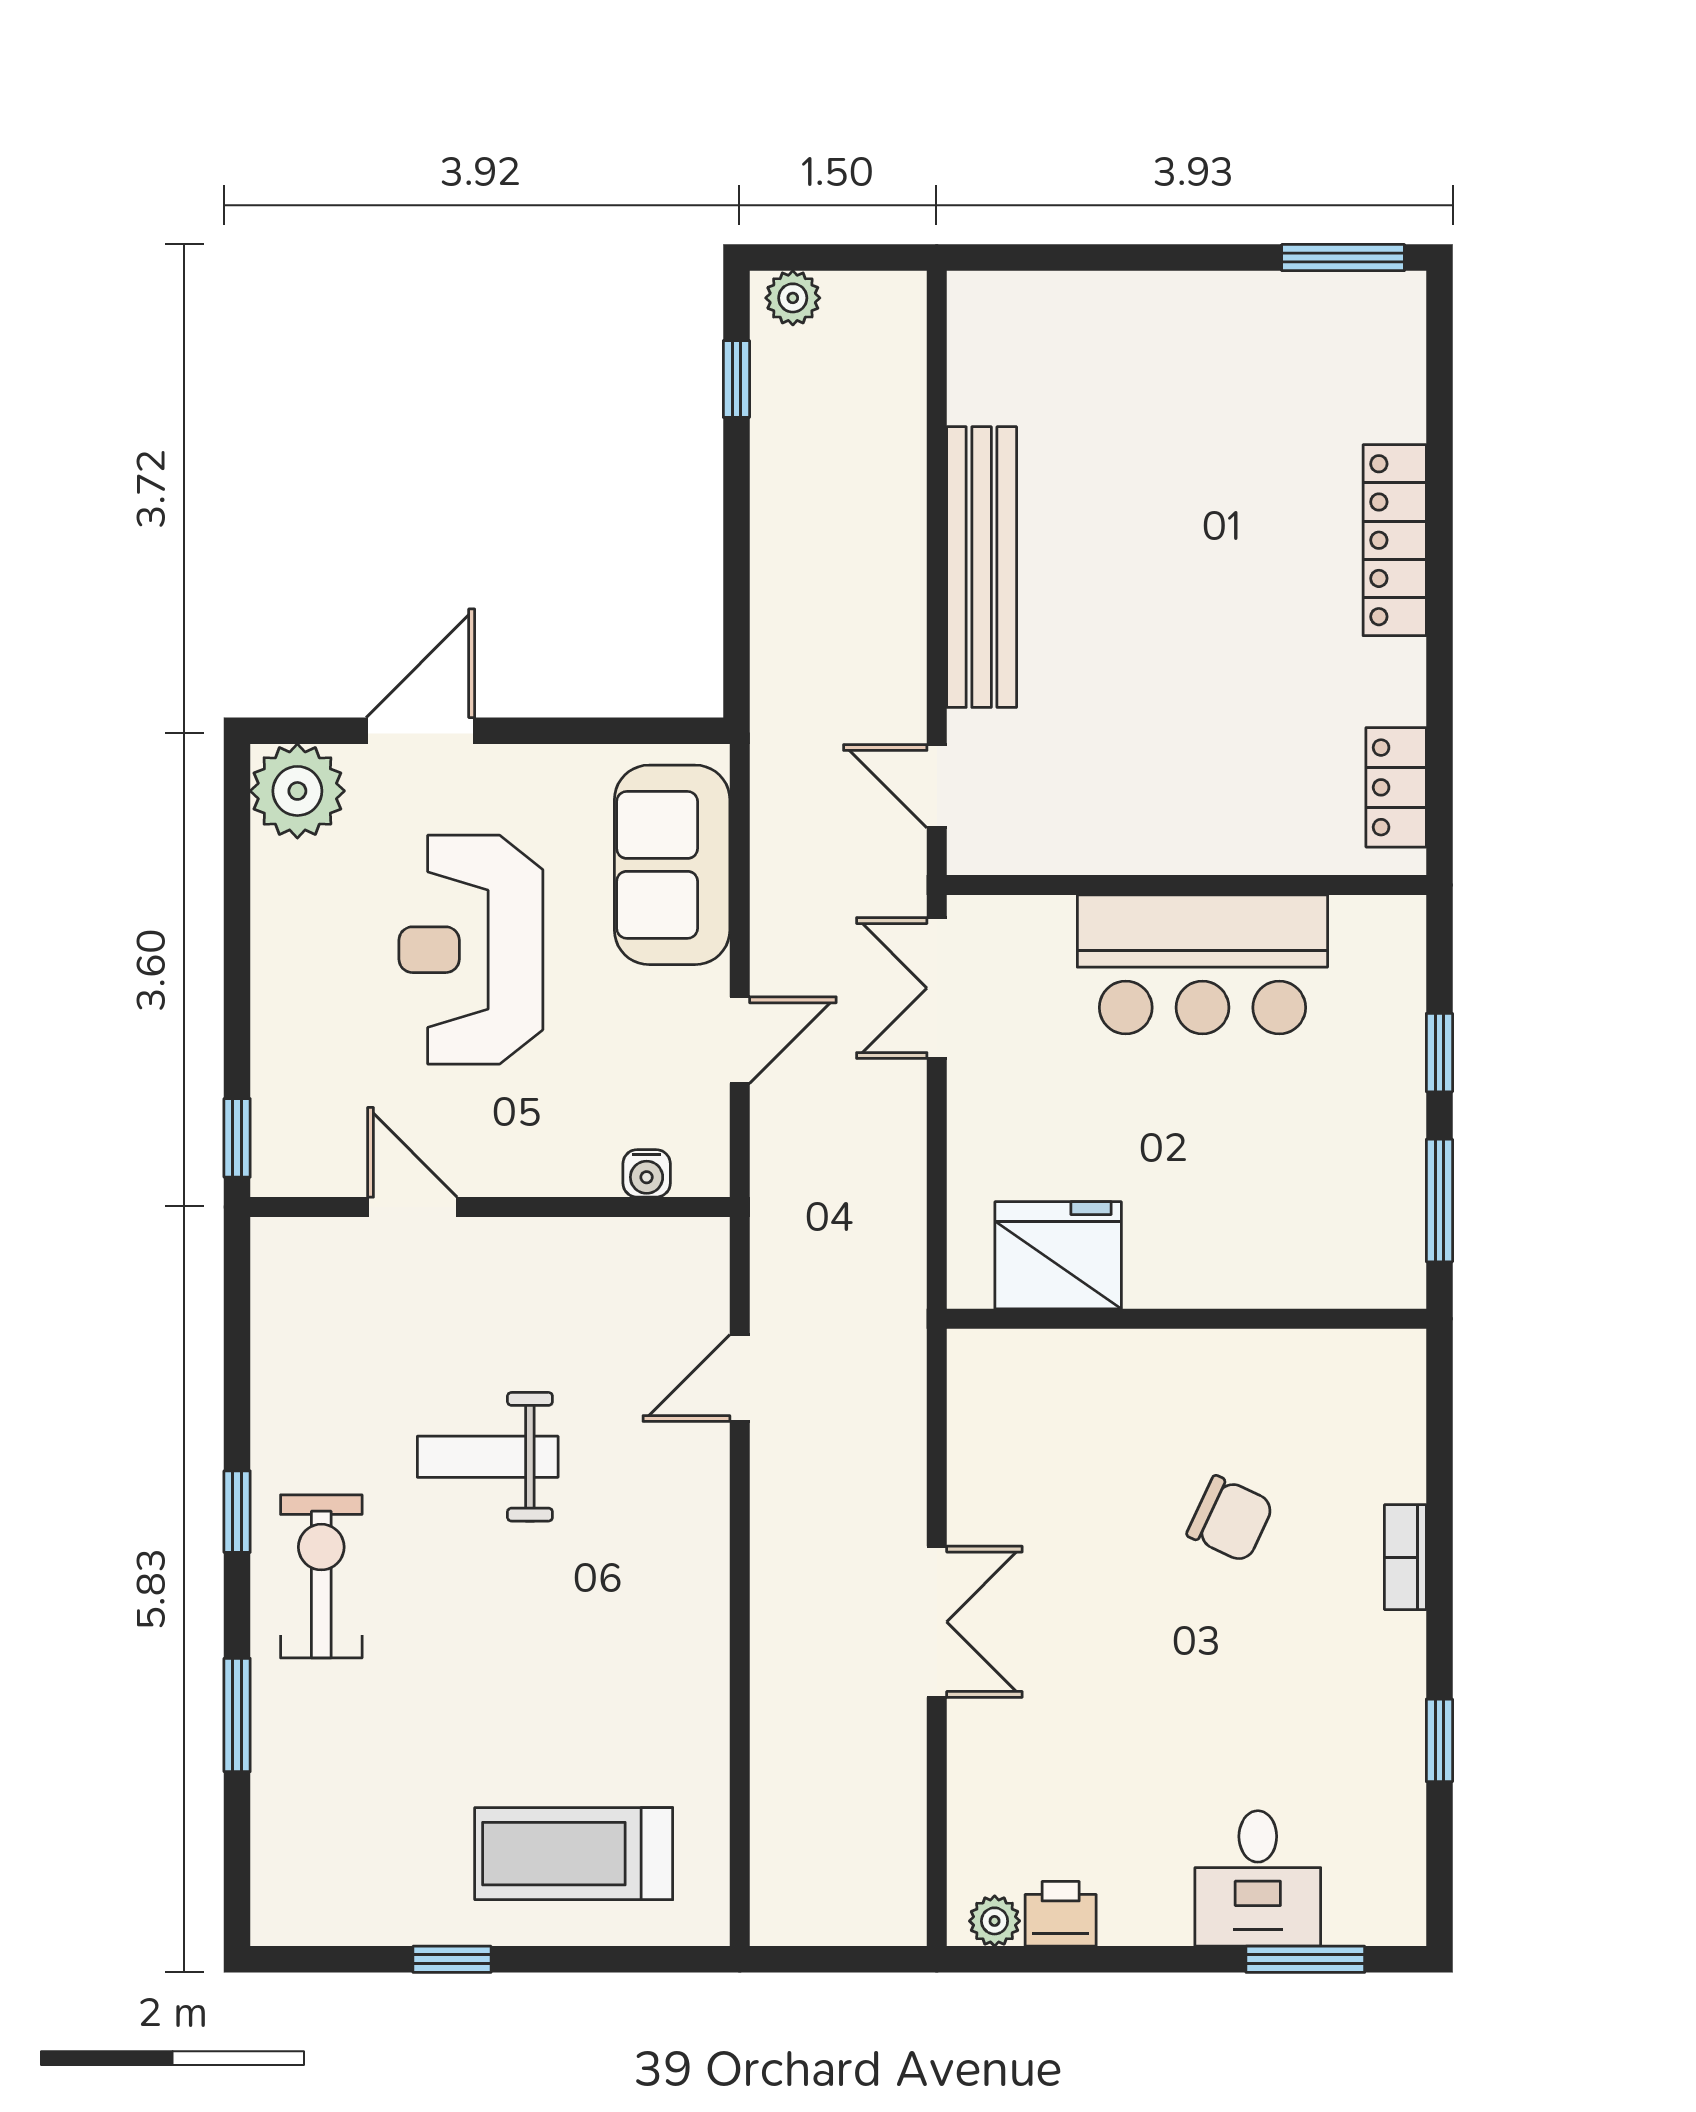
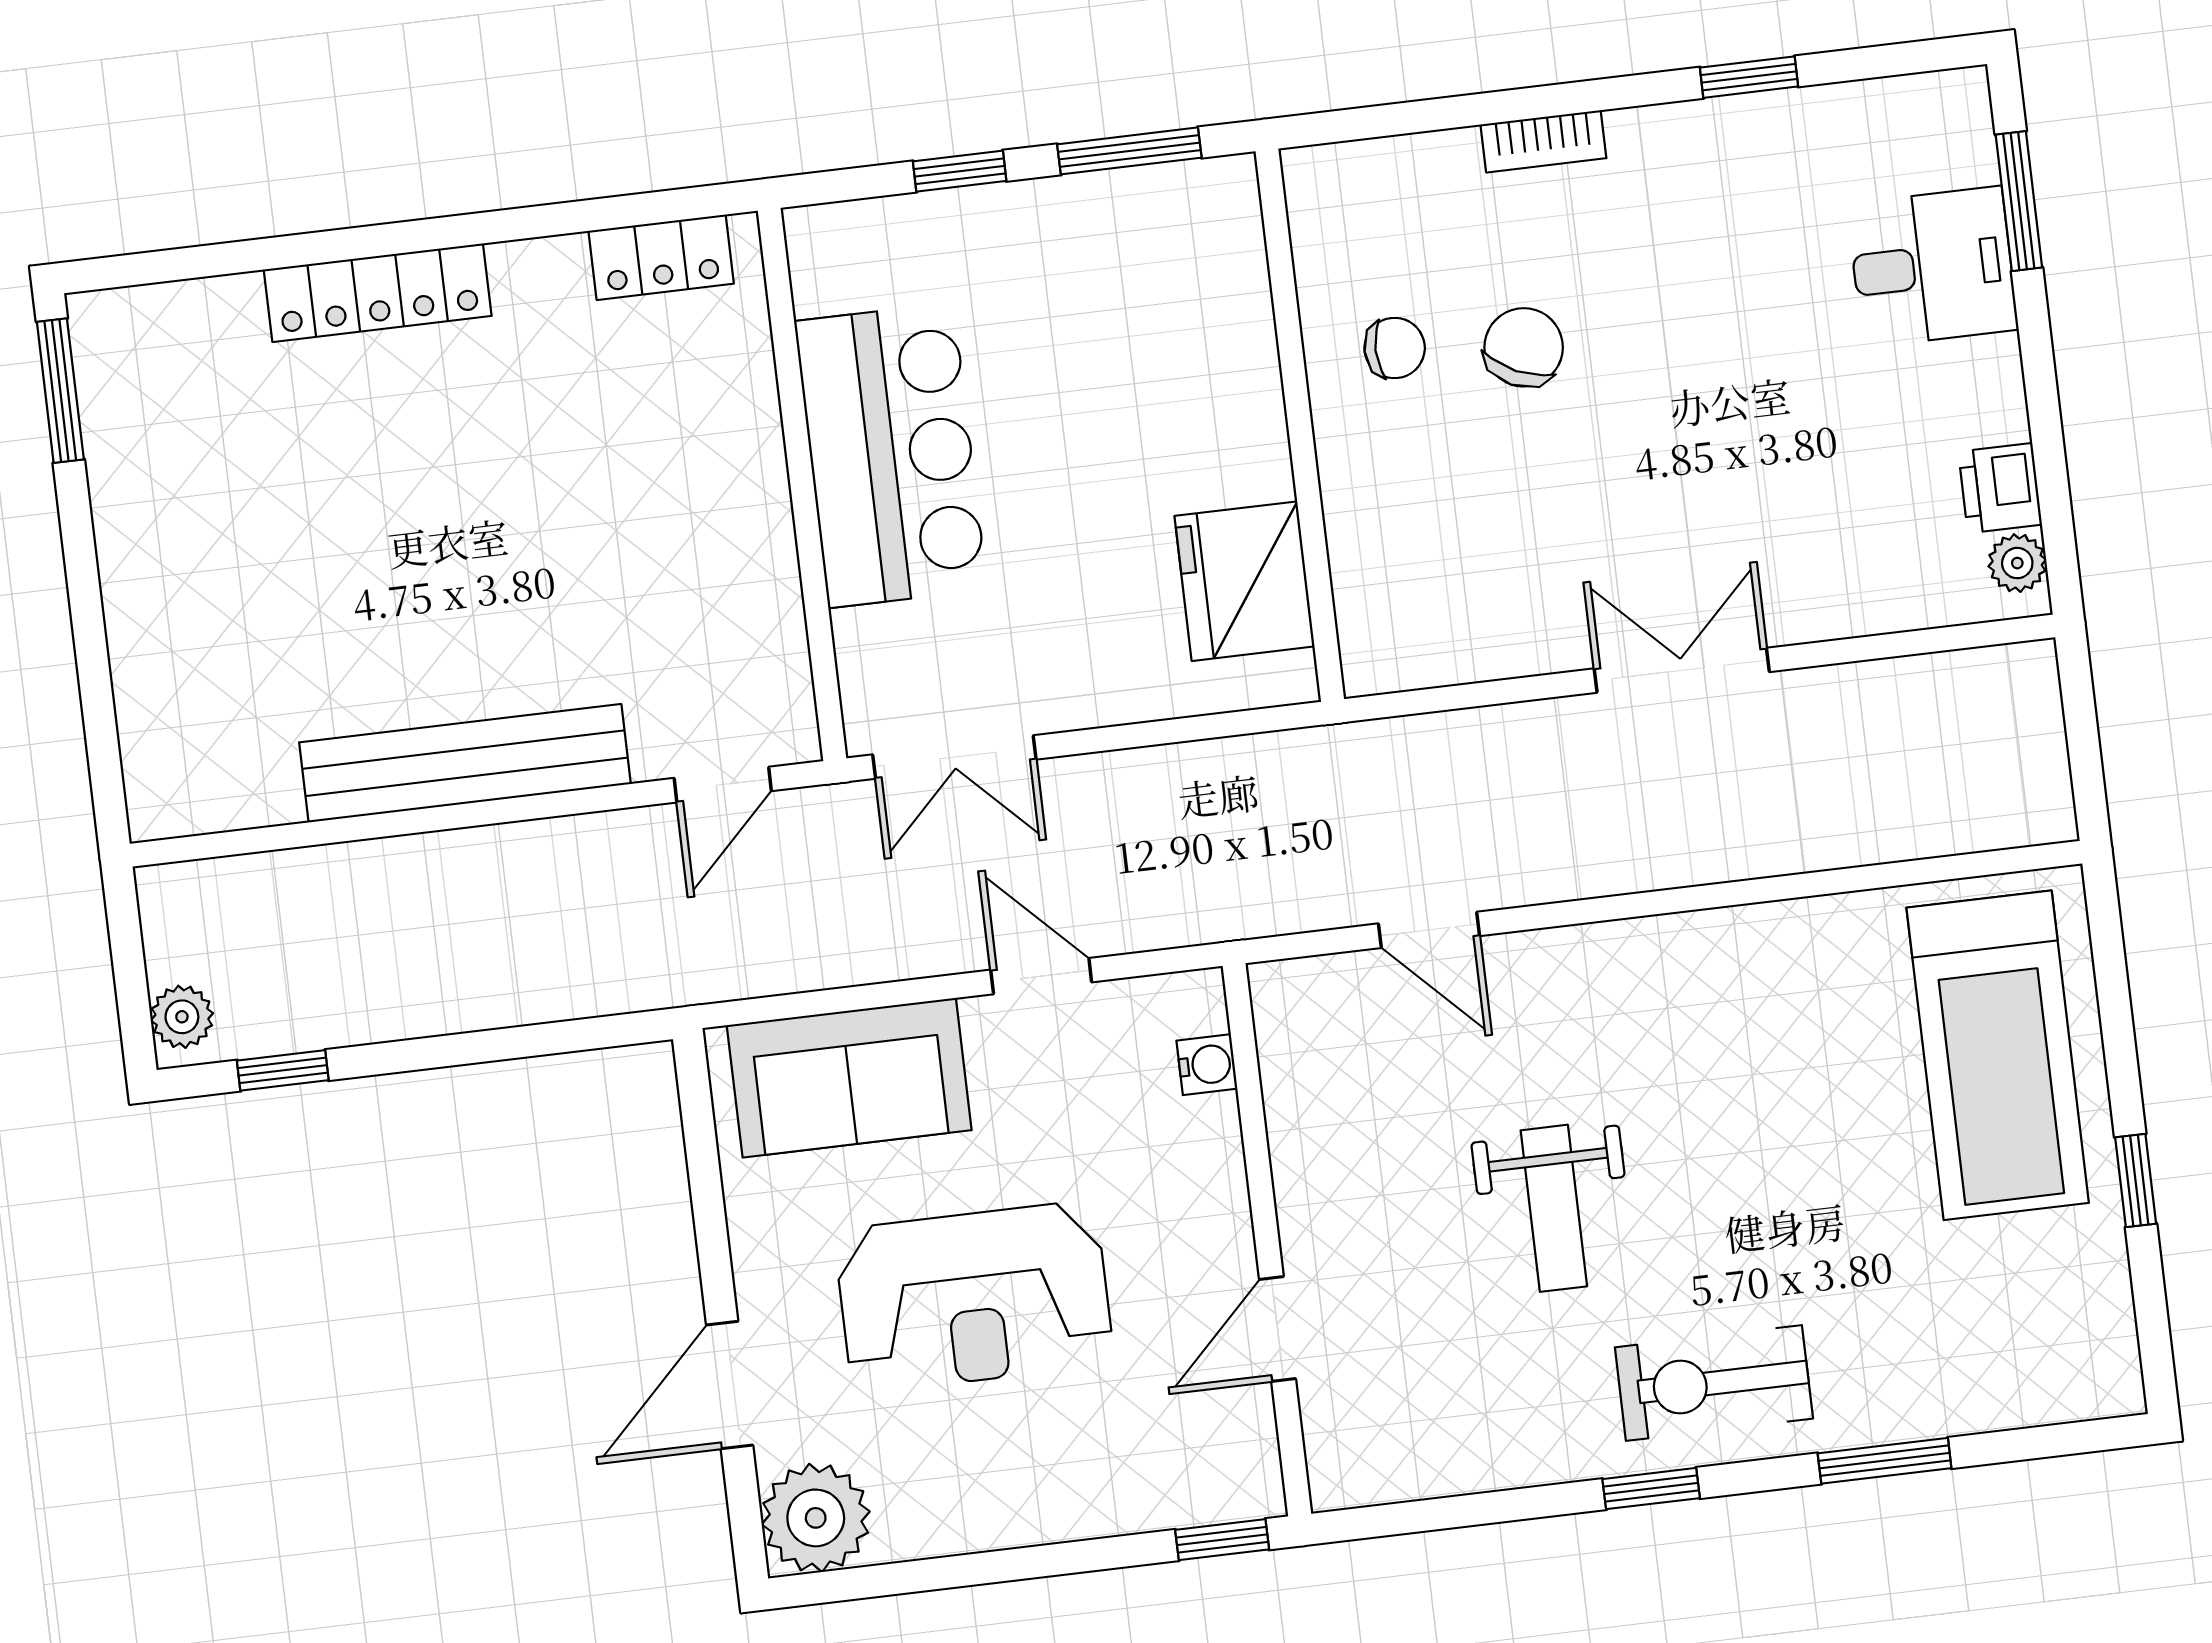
door: (420, 731) -> (730, 1385), hinge flipped
chair: (1243, 1408) -> (1395, 348), added
treadmill: (574, 1854) -> (1998, 1055), width x1.37, depth x1.38

